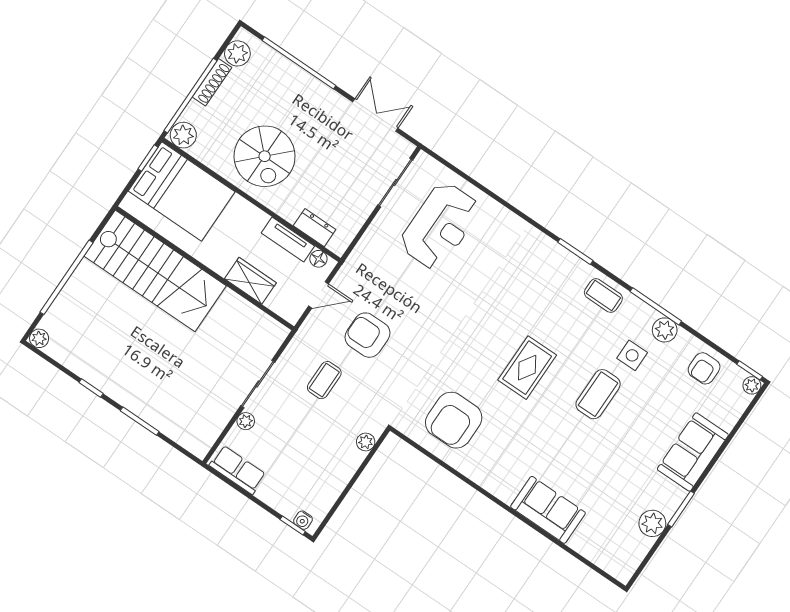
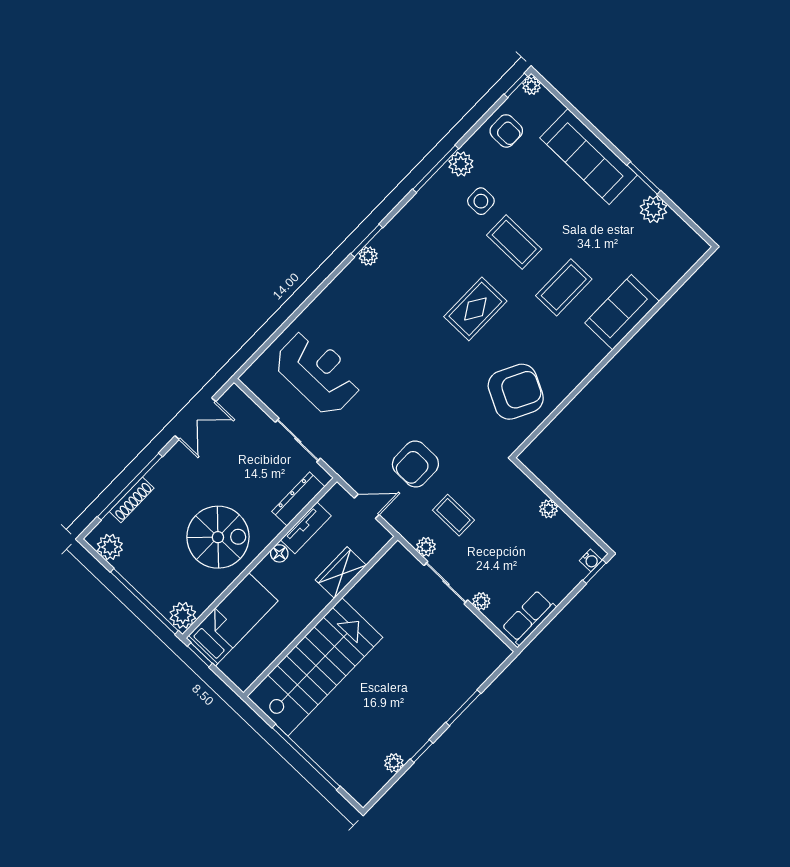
shoe rack: (212, 82) -> (132, 500), moved, turned 90
double door: (375, 115) -> (195, 419), swing flipped
sliding door: (395, 182) -> (298, 440), moved
bed: (182, 191) -> (232, 619), width x0.67
dresser: (315, 228) -> (298, 499), width x1.44
plant: (561, 255) -> (368, 256), added
floor lamp: (318, 259) -> (279, 553), moved
door: (319, 295) -> (367, 506), hinge flipped
coffee table: (603, 296) -> (564, 287), moved, width x1.36, depth x1.30
plant: (39, 338) -> (394, 763), moved
plant: (289, 359) -> (426, 547), added
rug: (527, 368) -> (475, 309), turned 90
armchair: (454, 420) -> (516, 392), turned -63
plant: (366, 442) -> (549, 509), moved
sofa: (693, 452) -> (589, 156), width x1.36

